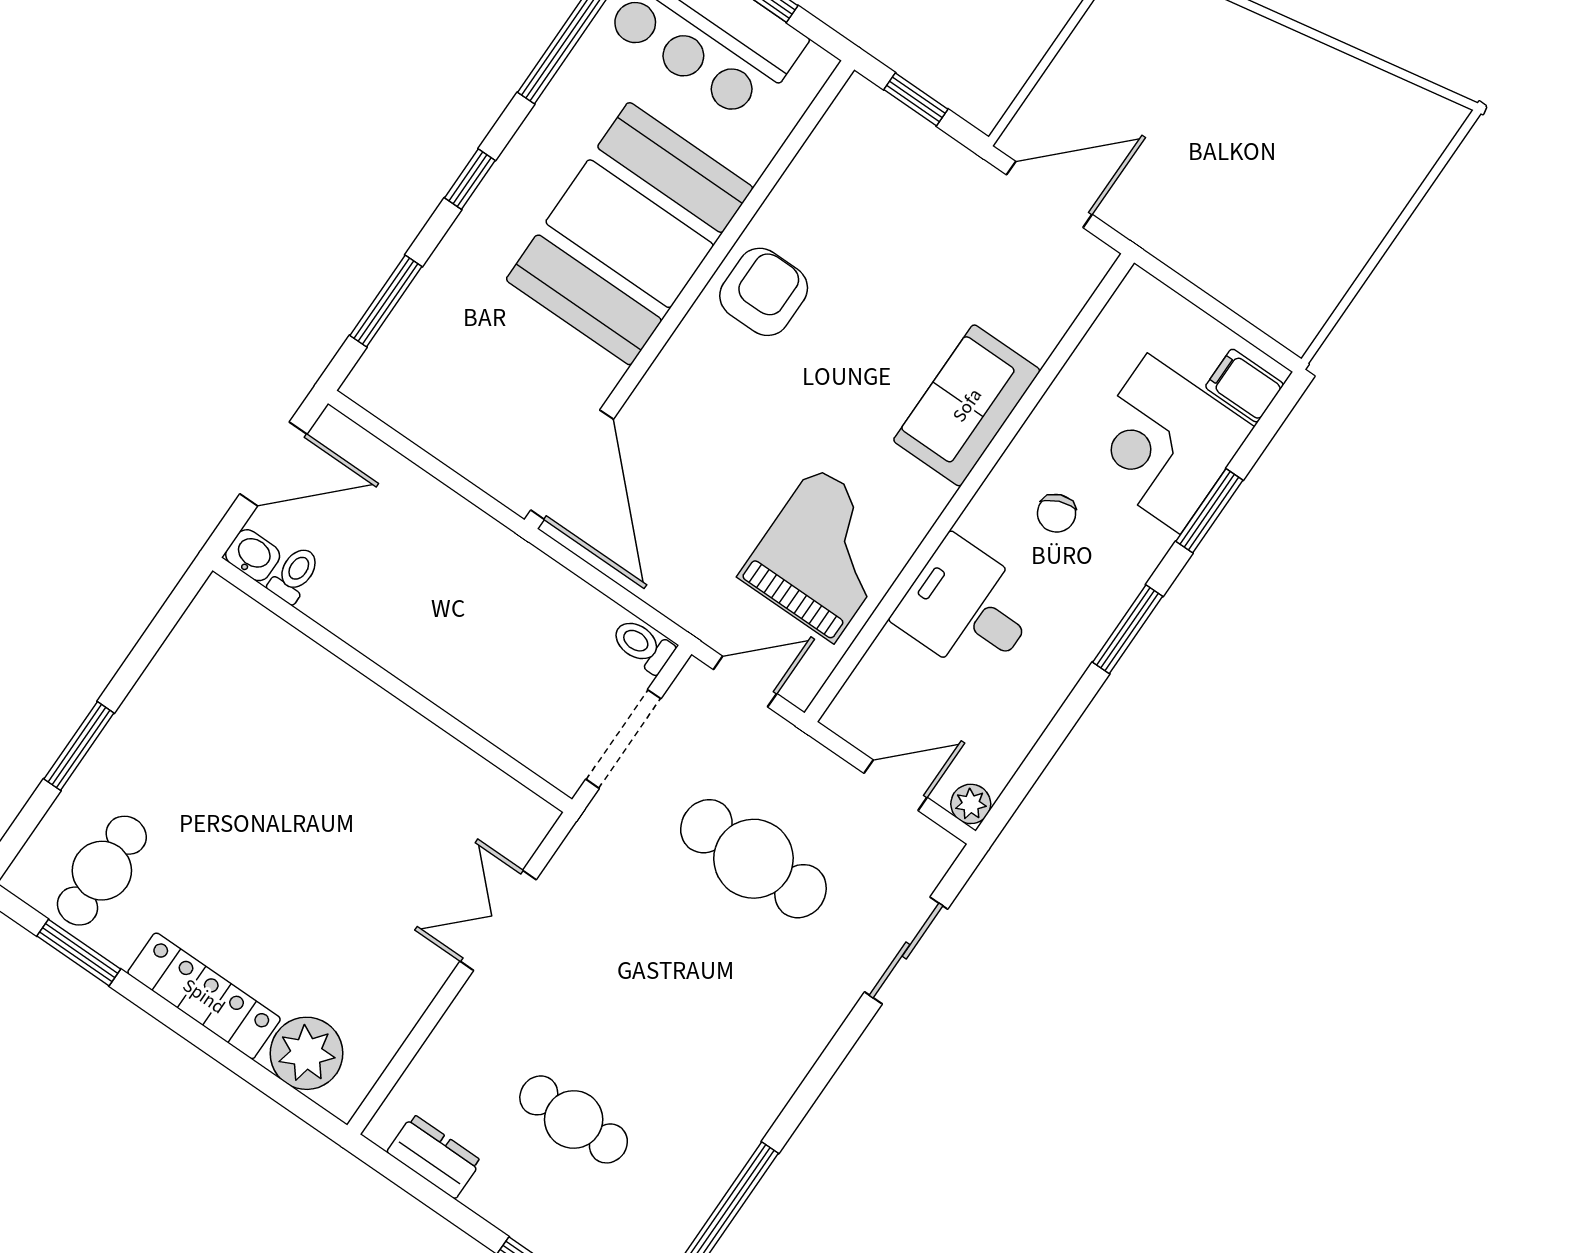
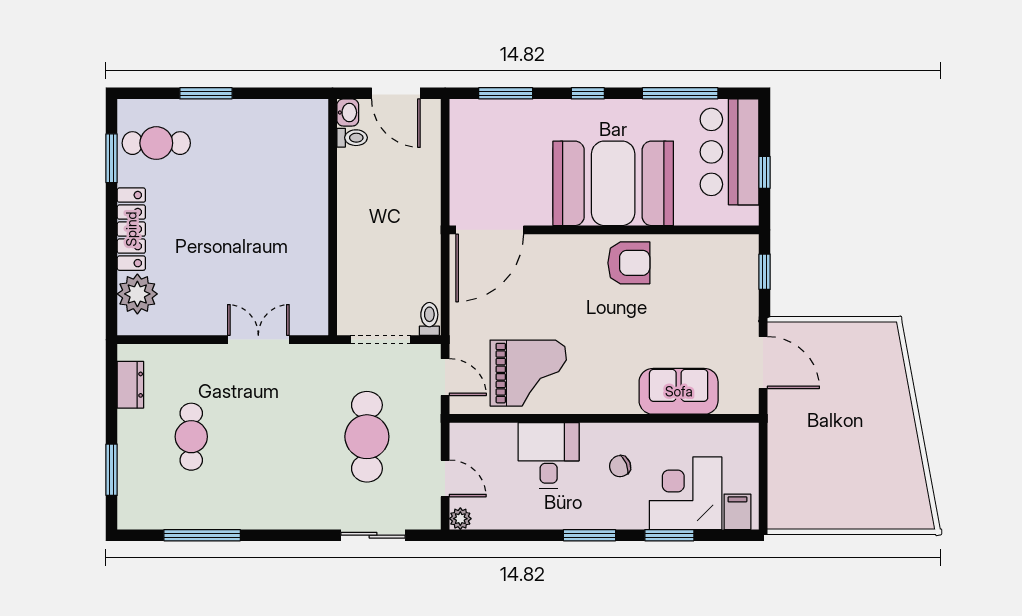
sofa: (967, 405) -> (679, 391), moved

